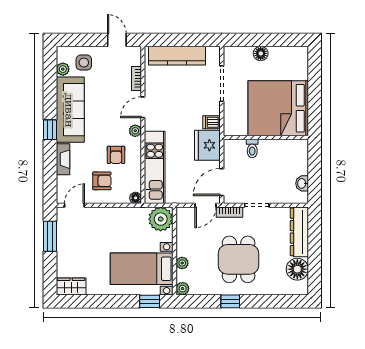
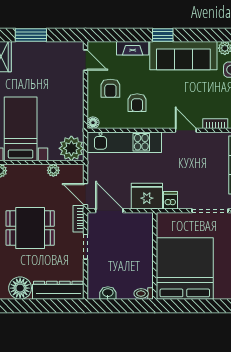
plant: (135, 131) -> (162, 122), removed
toilet: (252, 148) -> (144, 294), moved
armchair: (116, 155) -> (137, 103), turned -90
window: (50, 236) -> (31, 35), moved
plant: (182, 263) -> (53, 170), moved

